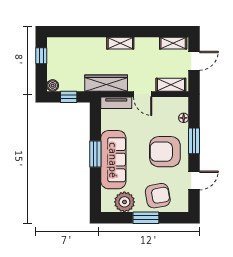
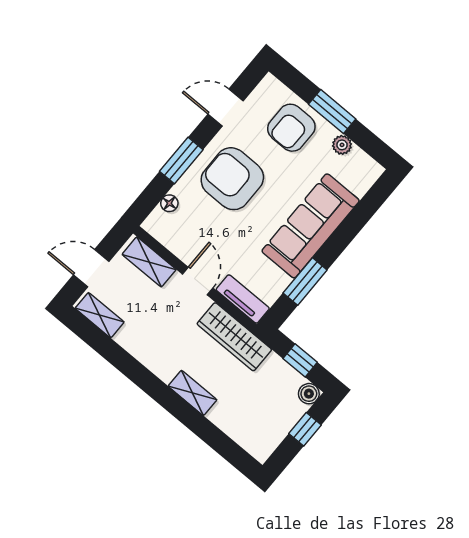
shelving: (120, 43) -> (193, 393), moved
window: (41, 56) -> (305, 429), moved
armchair: (165, 152) -> (232, 179), turned 180
window: (95, 154) -> (305, 282), moved
armchair: (158, 196) -> (291, 128), turned -80
plant: (124, 202) -> (342, 145), width x0.53, depth x0.53

